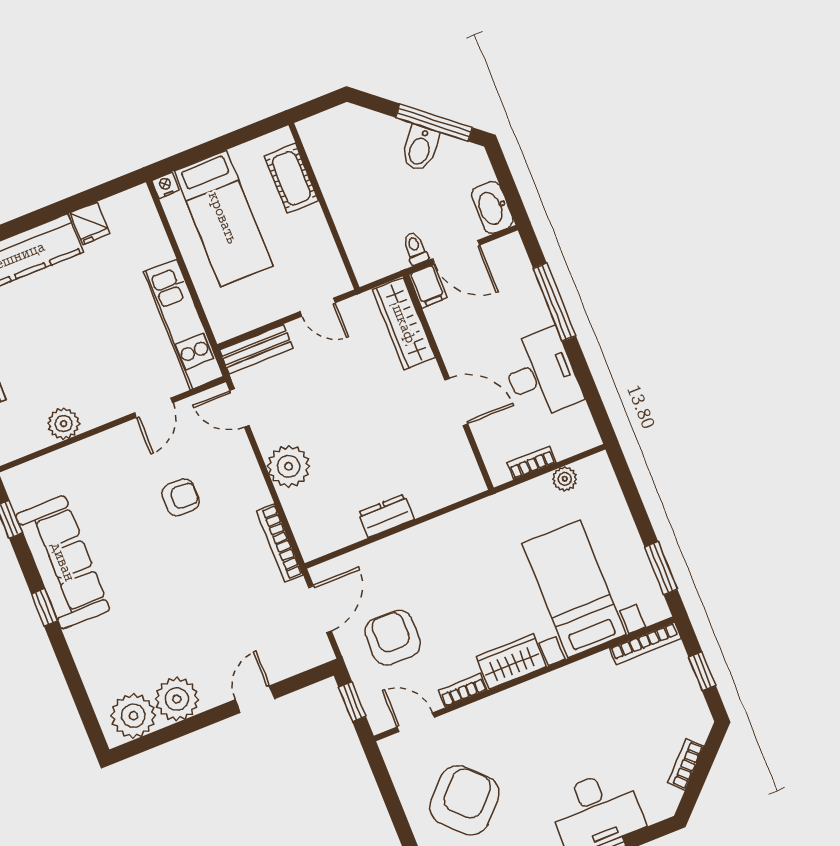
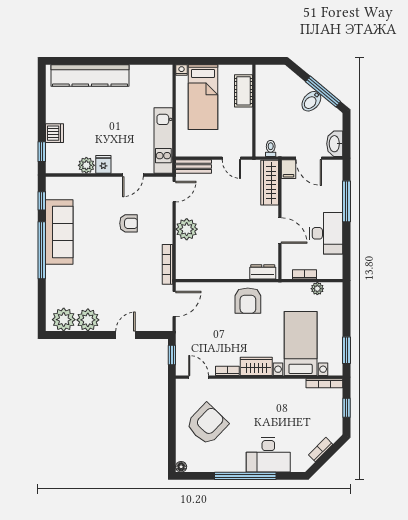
fridge: (90, 223) -> (103, 164), moved, turned 180
toilet: (415, 248) -> (271, 148), moved
door: (239, 408) -> (174, 192), swing flipped
dresser: (386, 516) -> (263, 272), moved
window: (45, 608) -> (42, 250), width x3.17
armchair: (393, 638) -> (248, 301), moved, turned 180

